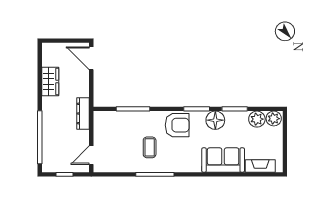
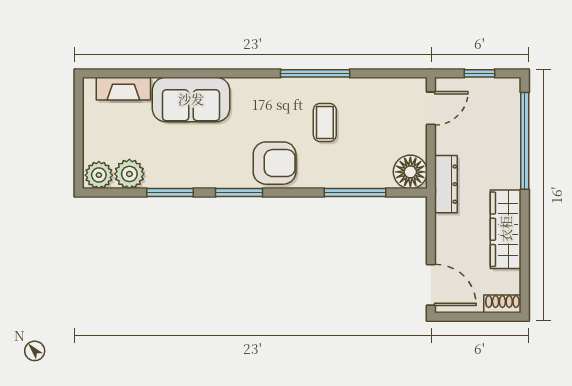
shoe rack: (52, 48) -> (502, 304), added
wardrobe: (50, 81) -> (506, 229), width x1.50
floor lamp: (215, 120) -> (410, 172), moved
armchair: (177, 125) -> (275, 163), turned 180

